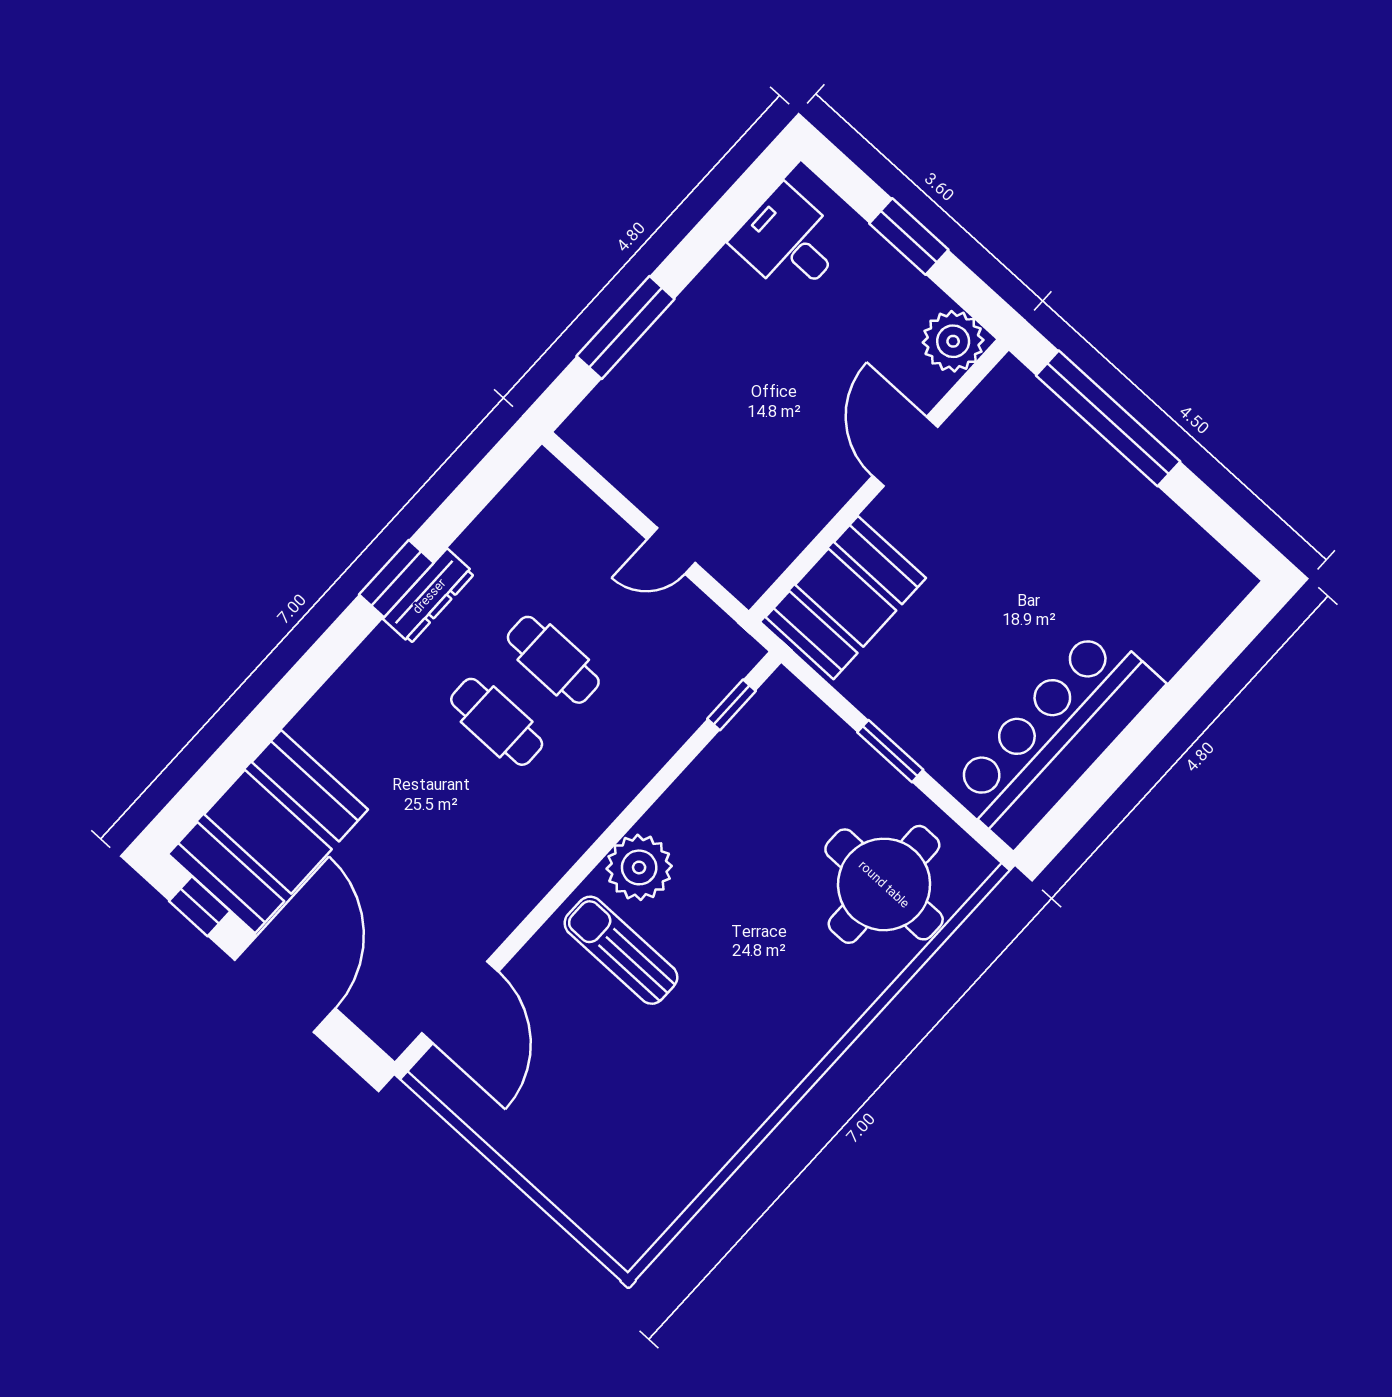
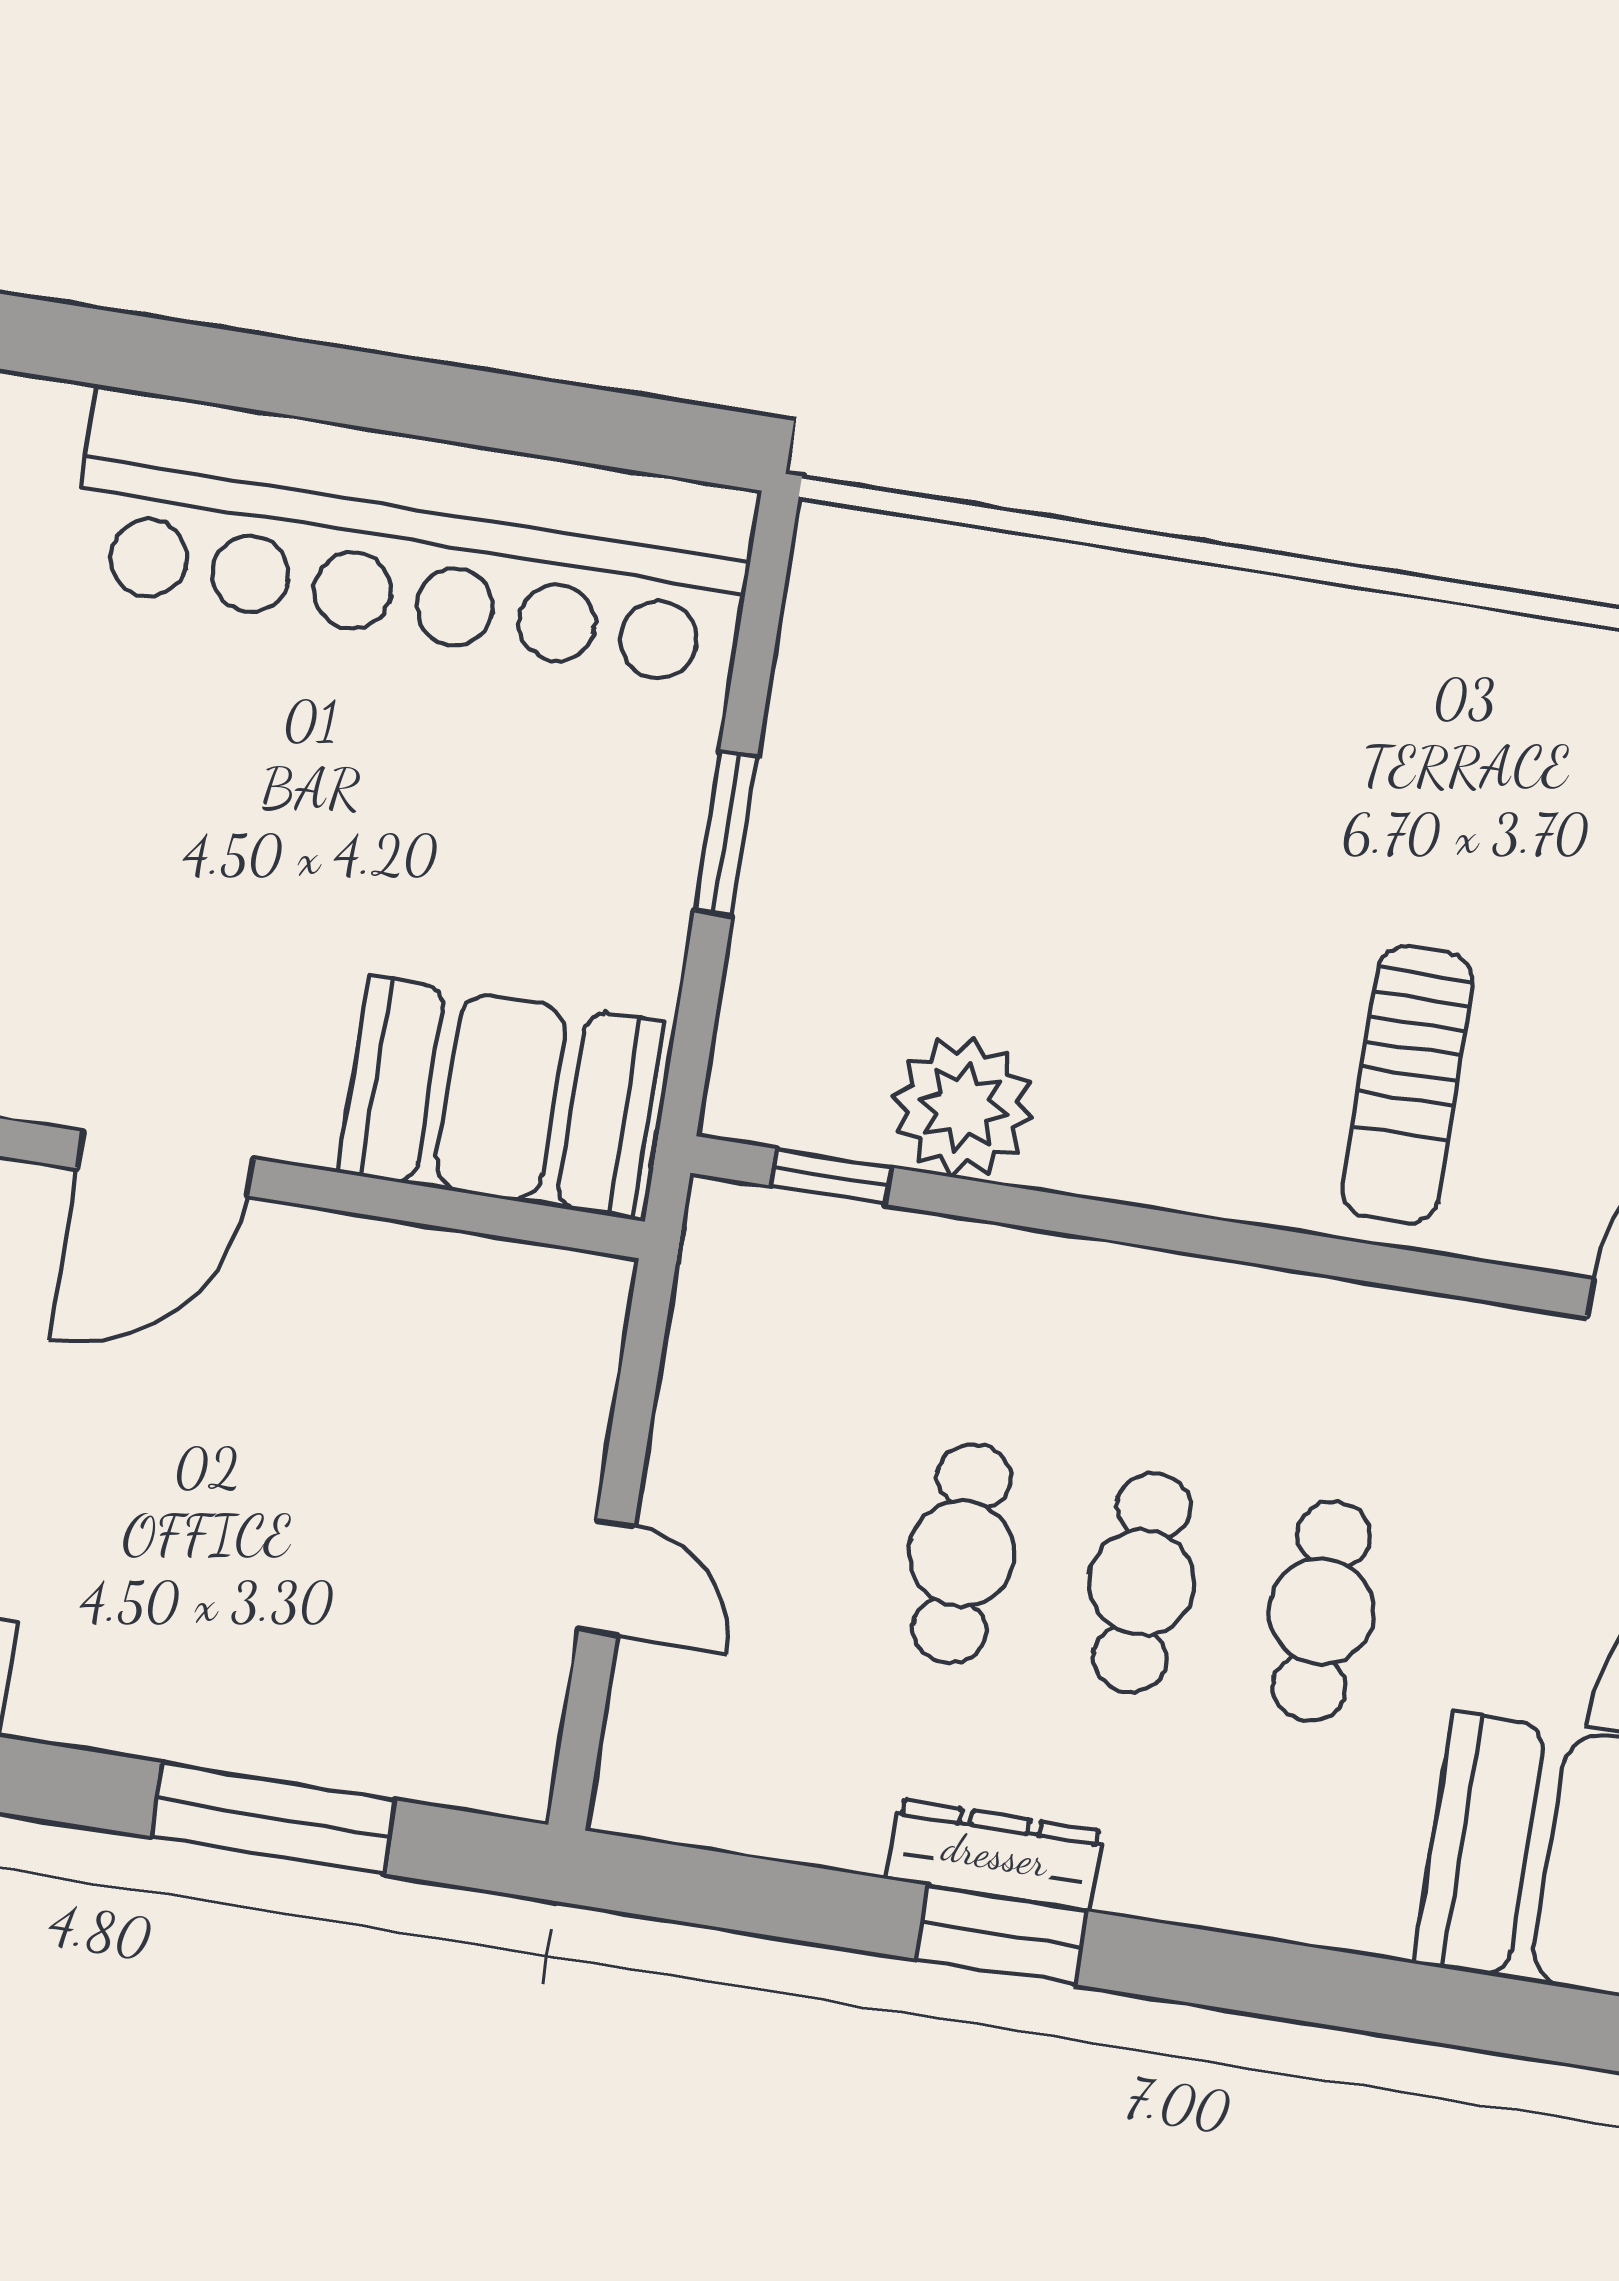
door: (671, 551) -> (607, 1578), moved
bar counter: (1056, 736) -> (413, 537), width x1.36
cafe table: (440, 784) -> (1321, 1611), added
plant: (639, 867) -> (963, 1107), moved
round table: (884, 884) -> (975, 686), removed

